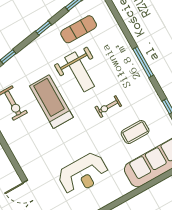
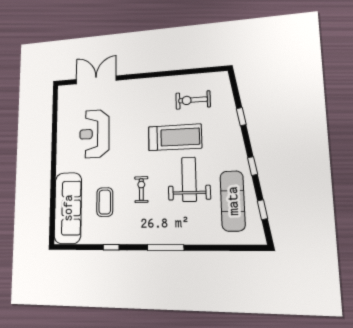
exercise mat: (79, 29) -> (233, 201), width x1.36, depth x1.45
weight bench: (80, 72) -> (189, 179), turned 90

